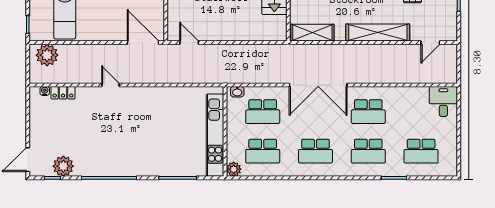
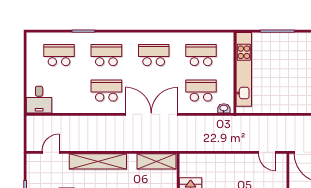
plant: (234, 169) -> (227, 39), removed

